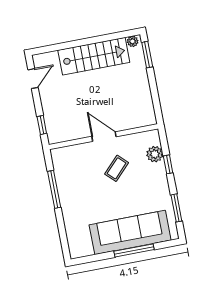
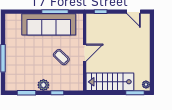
stairs: (94, 56) -> (110, 82), moved, turned 90
plant: (155, 154) -> (43, 85), moved
sofa: (130, 232) -> (49, 24), moved, turned 90

